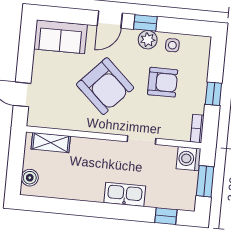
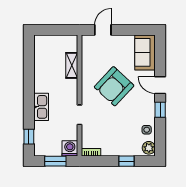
plant: (148, 40) -> (149, 148), moved
armchair: (163, 82) -> (121, 125), removed
window: (213, 94) -> (126, 161), moved
shelving: (51, 143) -> (72, 65), moved
boiler: (30, 178) -> (46, 41), removed

